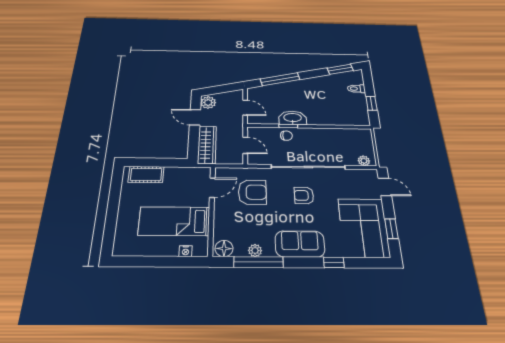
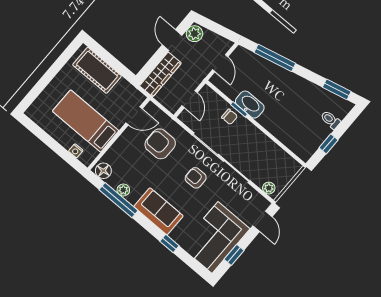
cot: (146, 174) -> (97, 70), width x1.37, depth x1.34
armchair: (252, 192) -> (160, 144), turned 180

